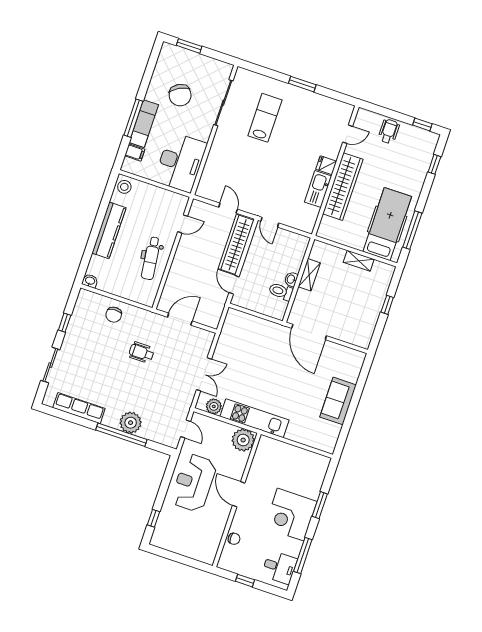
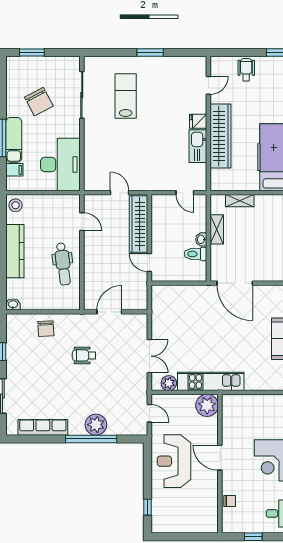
door: (270, 222) -> (185, 193), moved
door: (183, 224) -> (82, 222), hinge flipped
shelving: (359, 261) -> (240, 201), moved

